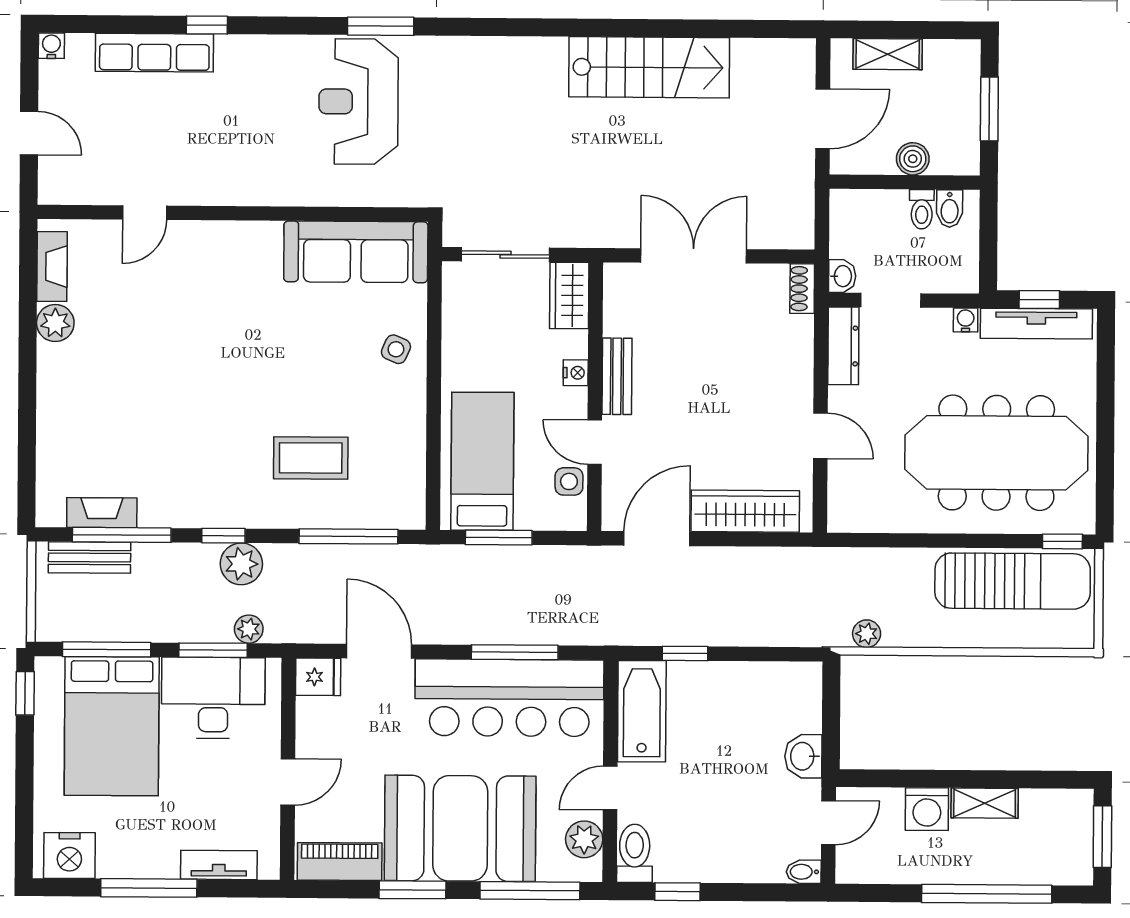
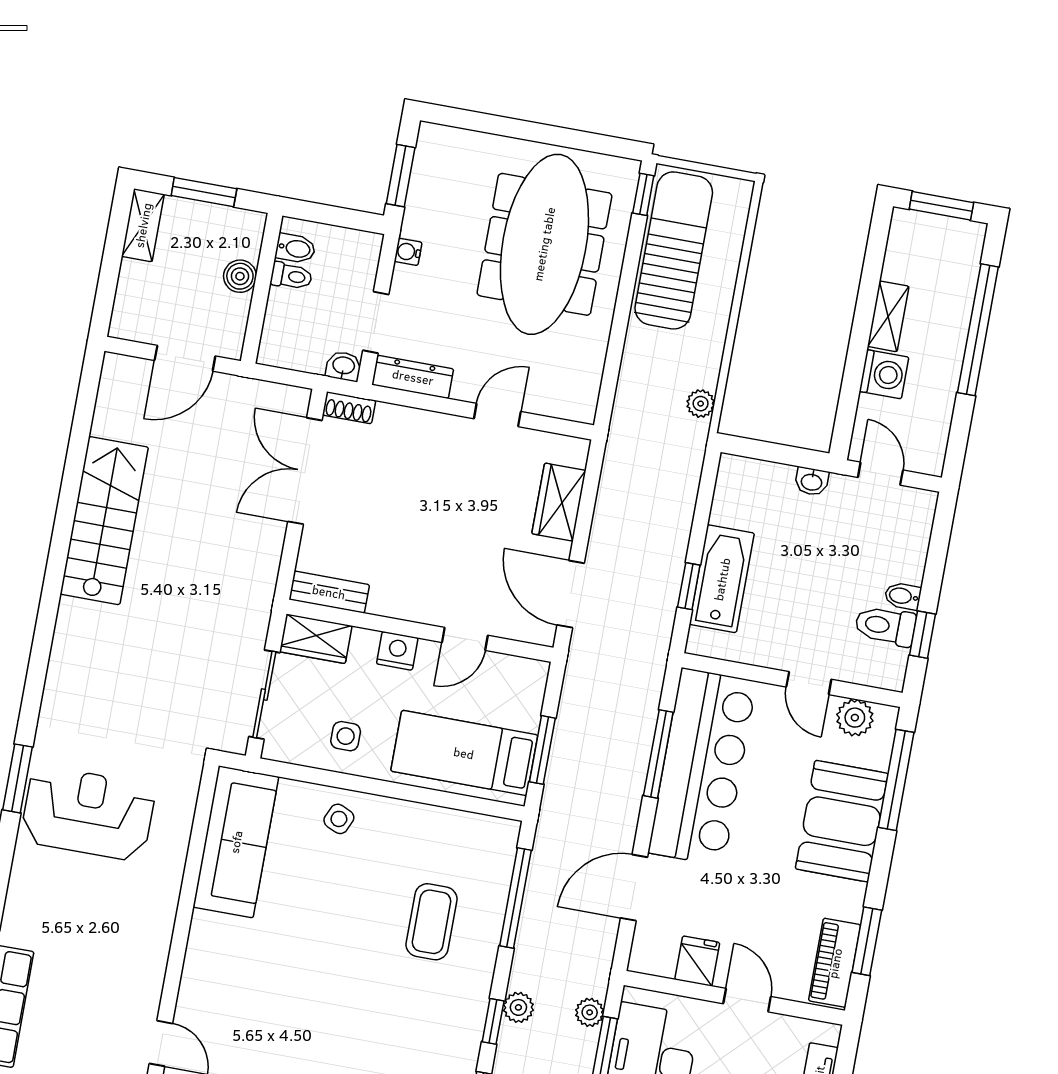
shelving: (888, 54) -> (143, 225), moved
reception desk: (358, 102) -> (88, 813), turned 180
door: (823, 119) -> (185, 358), swing flipped
double door: (694, 256) -> (305, 471), moved
window: (1039, 299) -> (401, 176), width x1.50
tv unit: (1036, 324) -> (424, 183), removed
nightstand: (576, 373) -> (397, 651), width x1.39, depth x1.35
bench: (617, 376) -> (329, 592), moved
side table: (569, 481) -> (346, 736), moved
wardrobe: (745, 511) -> (559, 502), width x0.67
plant: (241, 564) -> (518, 1007), width x0.73, depth x0.73
fridge: (318, 677) -> (697, 961), moved
bathtub: (642, 711) -> (722, 579), moved, turned 90
washbasin: (803, 756) -> (812, 481), width x0.72, depth x0.69
booth: (460, 828) -> (842, 821), width x0.73, depth x0.70
toilet: (635, 853) -> (885, 626), moved
bidet: (804, 872) -> (903, 596), moved, turned 90
window: (412, 890) -> (867, 941), moved

